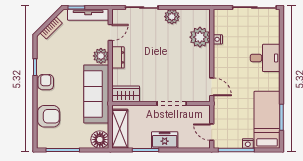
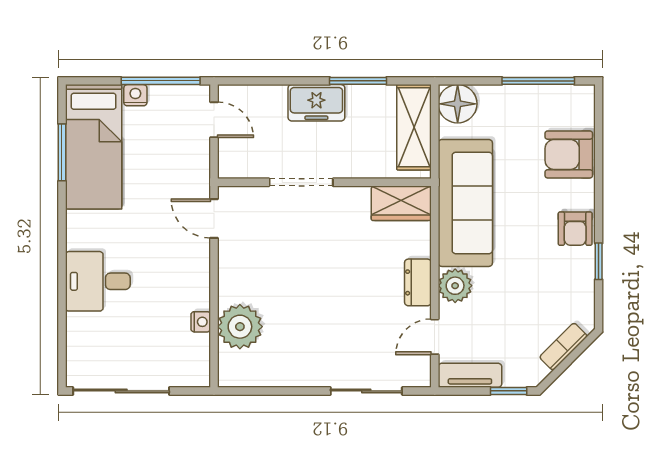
tv unit: (88, 15) -> (470, 375), width x0.71
plant: (172, 17) -> (301, 371), removed

